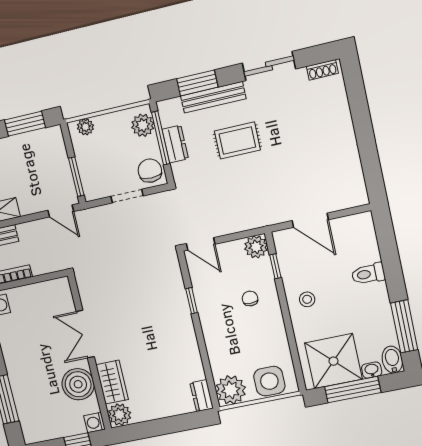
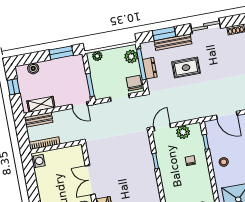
door: (201, 244) -> (162, 127), swing flipped
plant: (256, 247) -> (183, 132), moved

